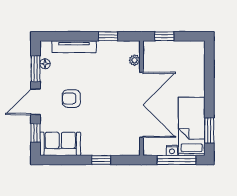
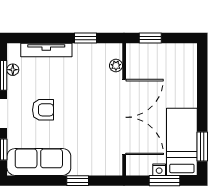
armchair: (71, 99) -> (43, 110), turned 180
sofa: (60, 144) -> (39, 162), width x1.36
window: (177, 160) -> (164, 181), width x0.69

